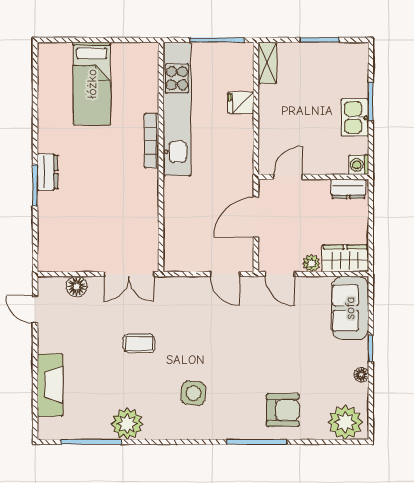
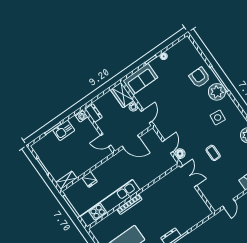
door: (225, 274) -> (168, 147), moved
floor lamp: (77, 286) -> (180, 154), moved
plant: (345, 422) -> (217, 92), moved

